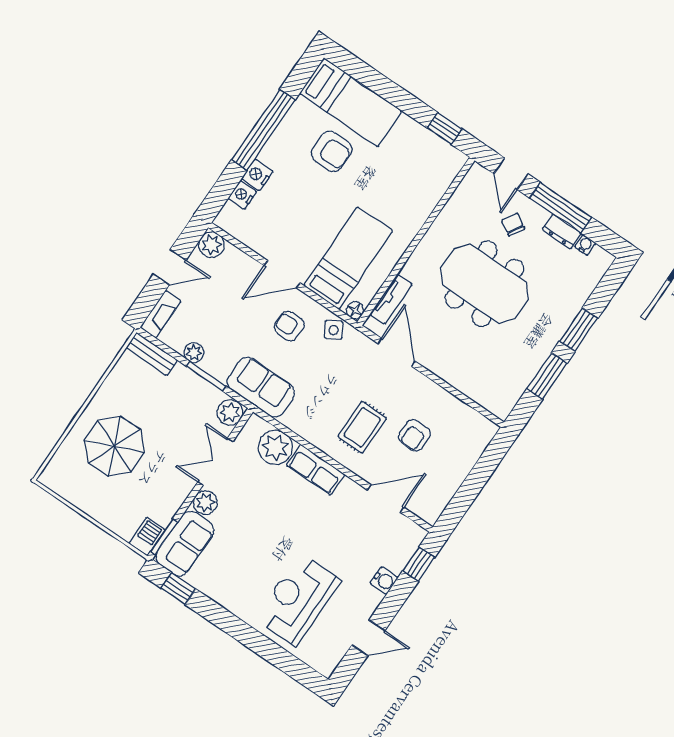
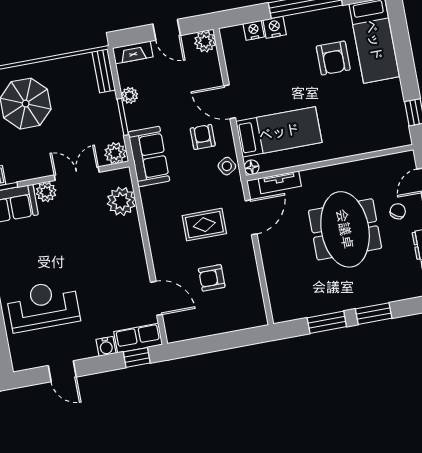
rug: (362, 427) -> (204, 225), moved
row of seats: (316, 470) -> (138, 338), moved, turned 90

